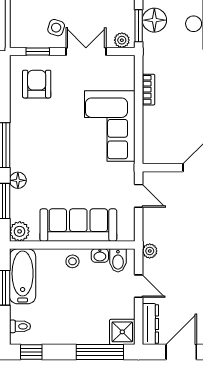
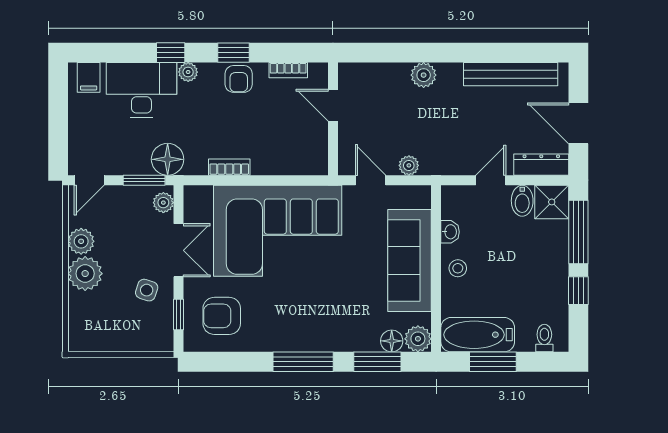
floor lamp: (154, 20) -> (168, 159), moved
double door: (86, 51) -> (178, 250), swing flipped
corner sofa: (110, 126) -> (278, 231), width x1.36, depth x1.36
floor lamp: (18, 180) -> (392, 341), moved
door: (139, 196) -> (371, 180), hinge flipped
plant: (150, 251) -> (409, 165), moved
bidet: (118, 260) -> (522, 201), moved, turned 90
window: (31, 352) -> (578, 291), moved

